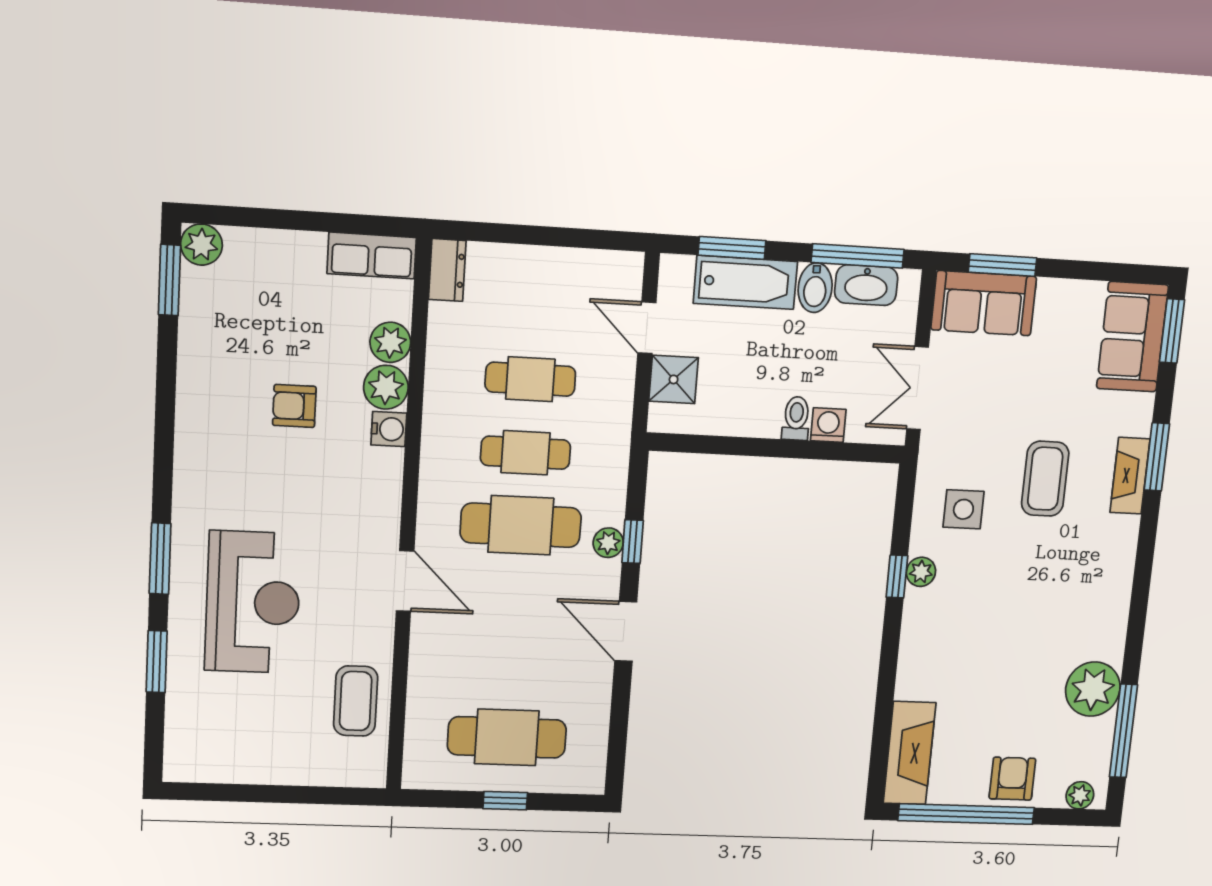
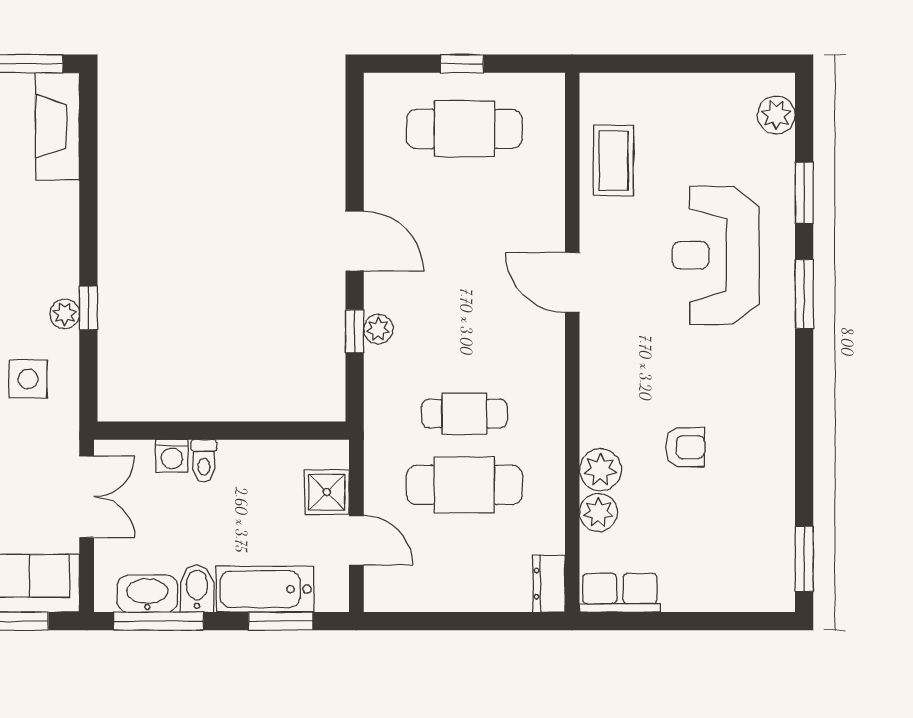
plant: (201, 245) -> (776, 115), moved
cafe table: (530, 379) -> (464, 485), width x1.37, depth x1.35
water cooler: (389, 429) -> (596, 430), removed
cafe table: (521, 525) -> (464, 342), removed

